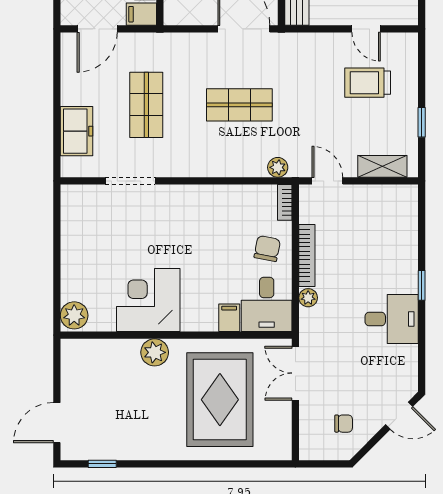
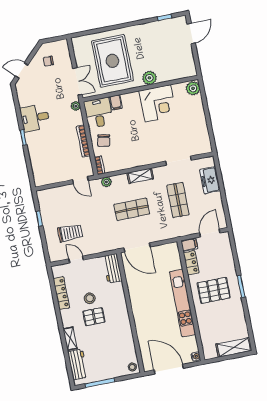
shelving: (382, 166) -> (140, 176), moved
plant: (308, 298) -> (76, 106), moved

